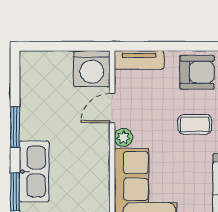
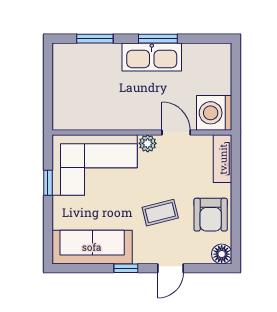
coffee table: (195, 124) -> (160, 213), turned 76
kitchen sink: (34, 171) -> (152, 57), moved

